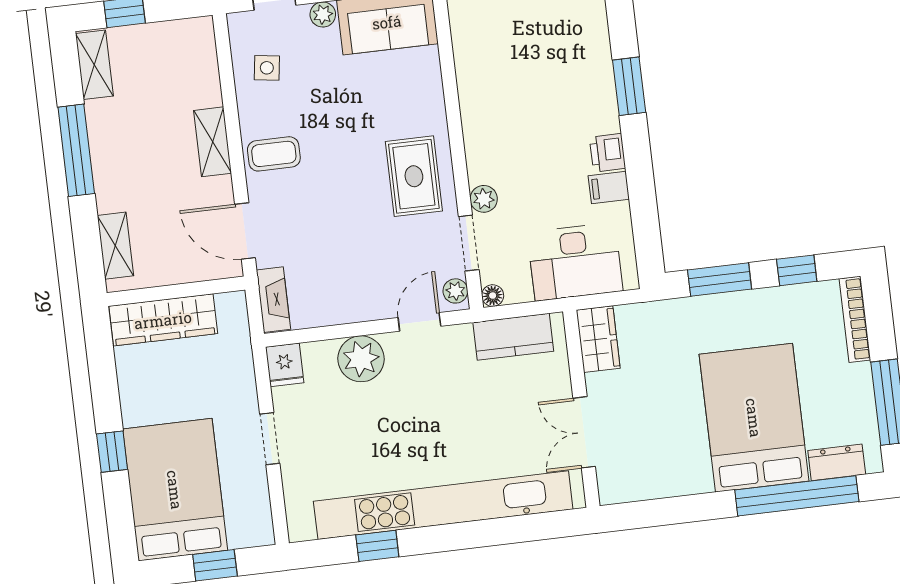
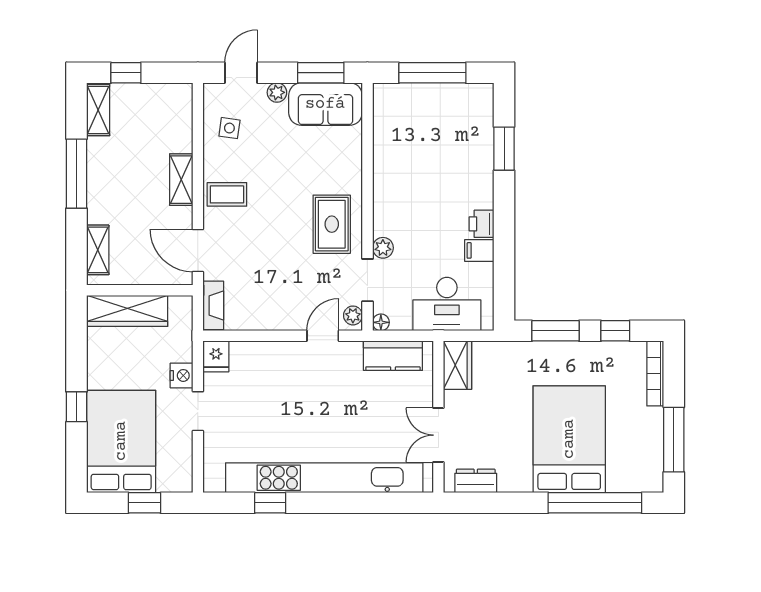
window: (629, 86) -> (504, 149), moved
plant: (361, 359) -> (275, 359), removed
nightstand: (243, 395) -> (182, 375), added
dresser: (837, 462) -> (476, 481), moved

